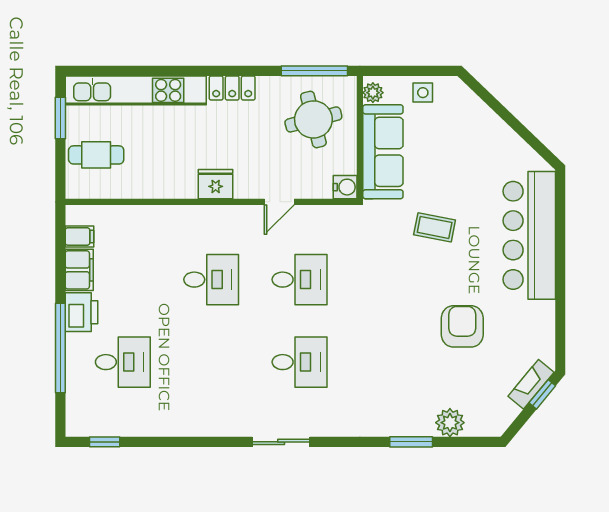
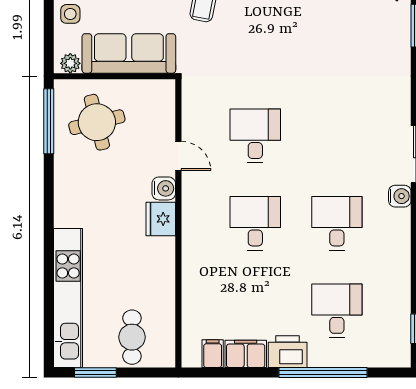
locker: (232, 88) -> (66, 203), removed
water cooler: (345, 187) -> (164, 188), moved, turned 90
desk: (300, 362) -> (337, 223), moved
water cooler: (239, 426) -> (400, 196), added

